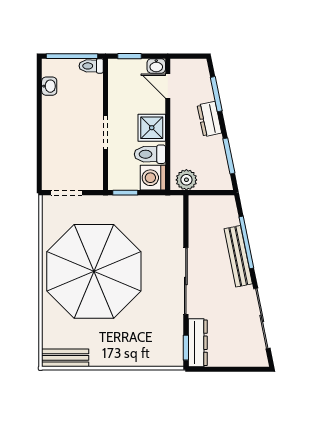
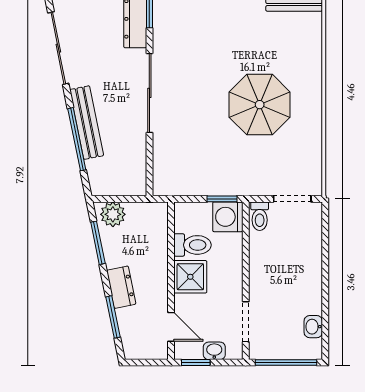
window: (129, 56) -> (196, 363), moved
toilet: (91, 66) -> (260, 216), moved, turned 90
washbasin: (156, 66) -> (214, 351), moved
doorway: (106, 132) -> (246, 322), moved
washing machine: (153, 178) -> (228, 217), moved, turned 180
plant: (186, 180) -> (113, 214), moved
parasol: (94, 271) -> (260, 105), width x0.54, depth x0.54

